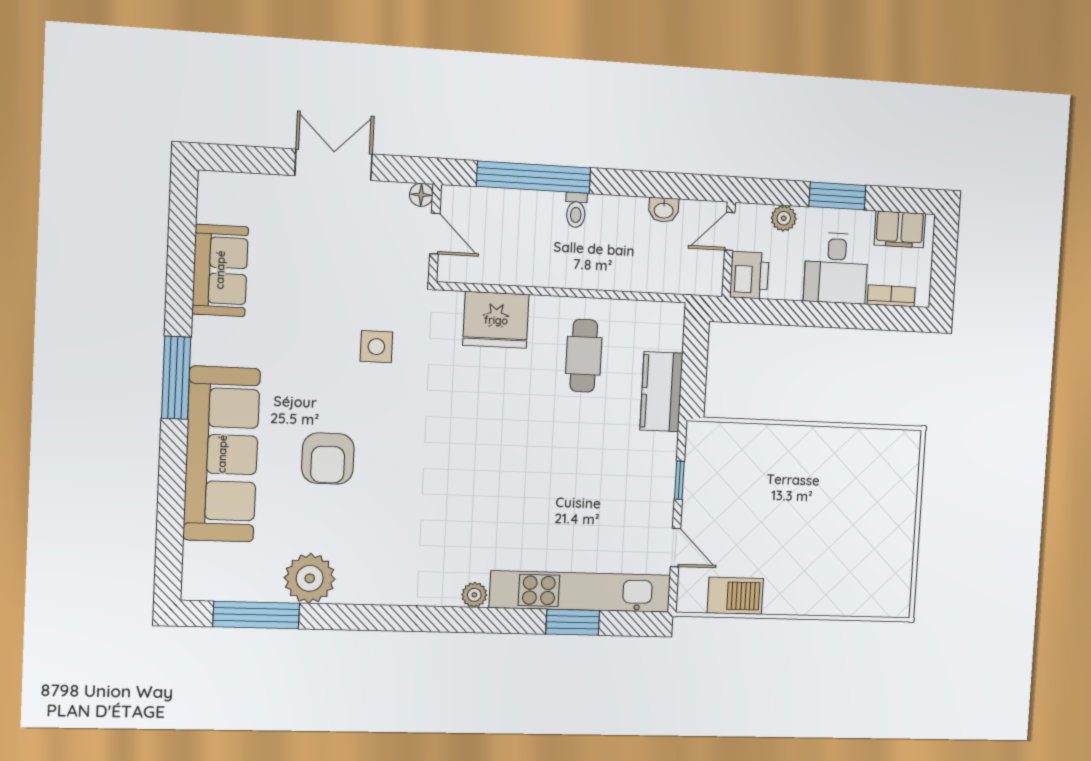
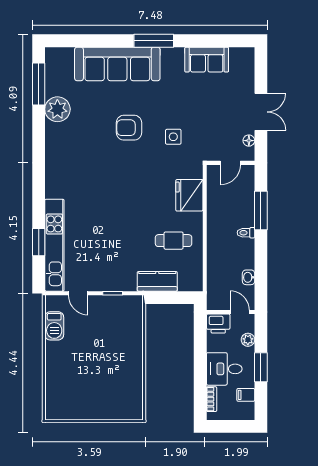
window: (534, 177) -> (261, 211), width x0.68
floor lamp: (421, 195) -> (249, 141), moved
filing cabinet: (900, 229) -> (246, 395), width x0.50
armchair: (328, 458) -> (129, 128), moved
door: (676, 548) -> (78, 293), hinge flipped
plant: (474, 595) -> (51, 191), removed

